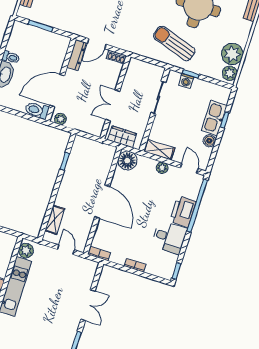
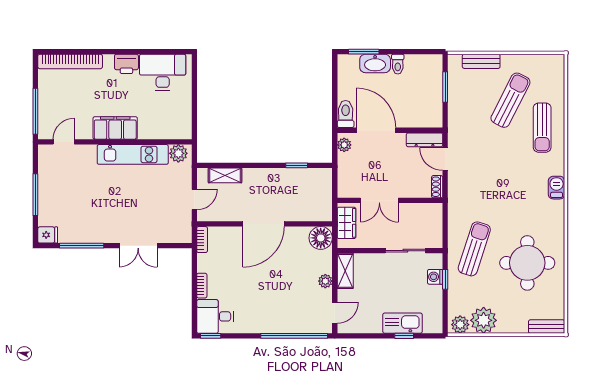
double door: (113, 105) -> (379, 200), swing flipped
boiler: (209, 141) -> (374, 326), removed
printer: (183, 211) -> (282, 321), removed
desk: (169, 237) -> (215, 316), moved, turned 90

